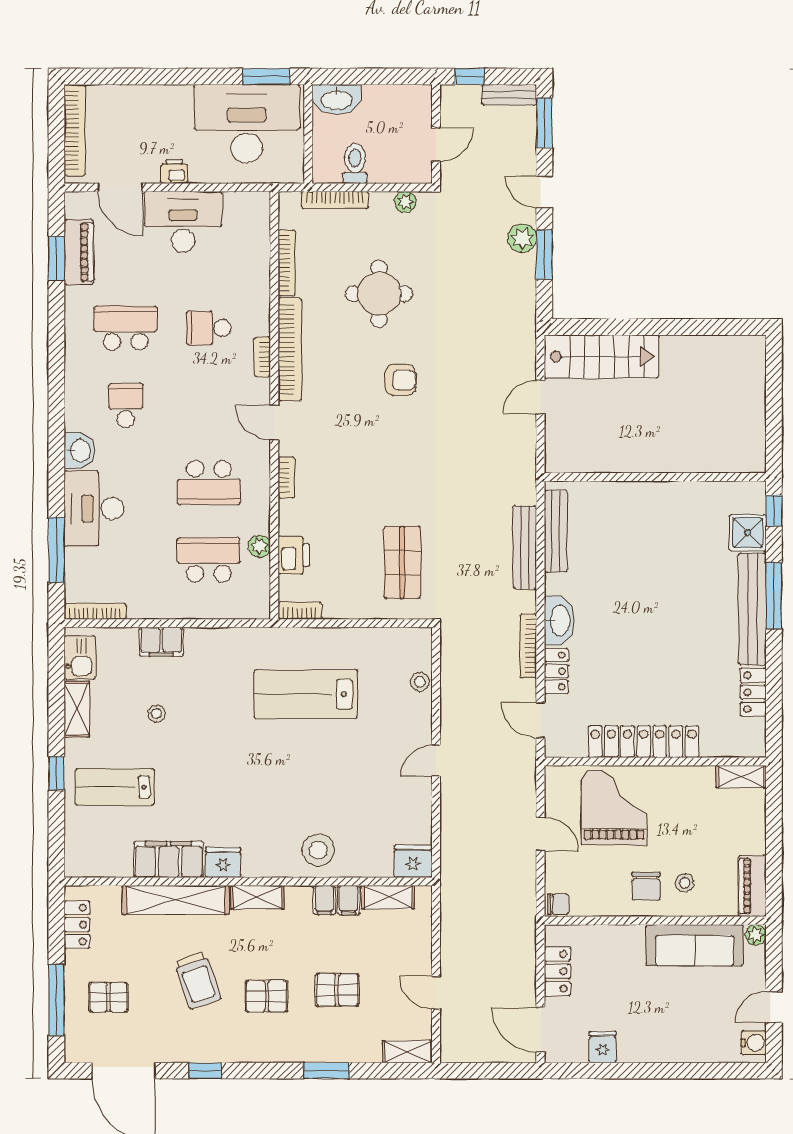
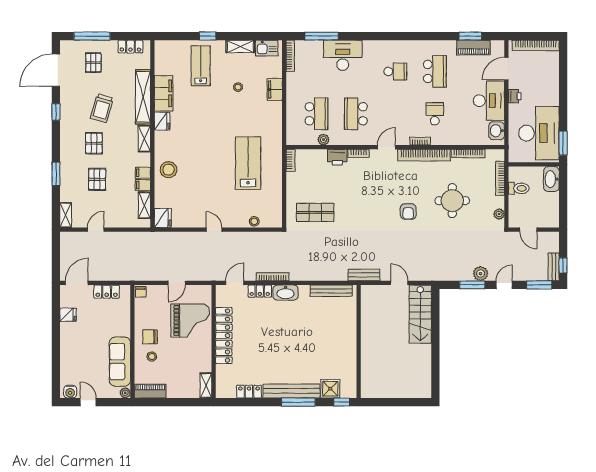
window: (469, 77) -> (563, 265), moved
washbasin: (79, 450) -> (497, 131), moved, turned 90
bench: (525, 547) -> (364, 275), moved, width x0.73
printer: (294, 555) -> (337, 157), moved
trolley: (198, 981) -> (102, 108), turned -55

